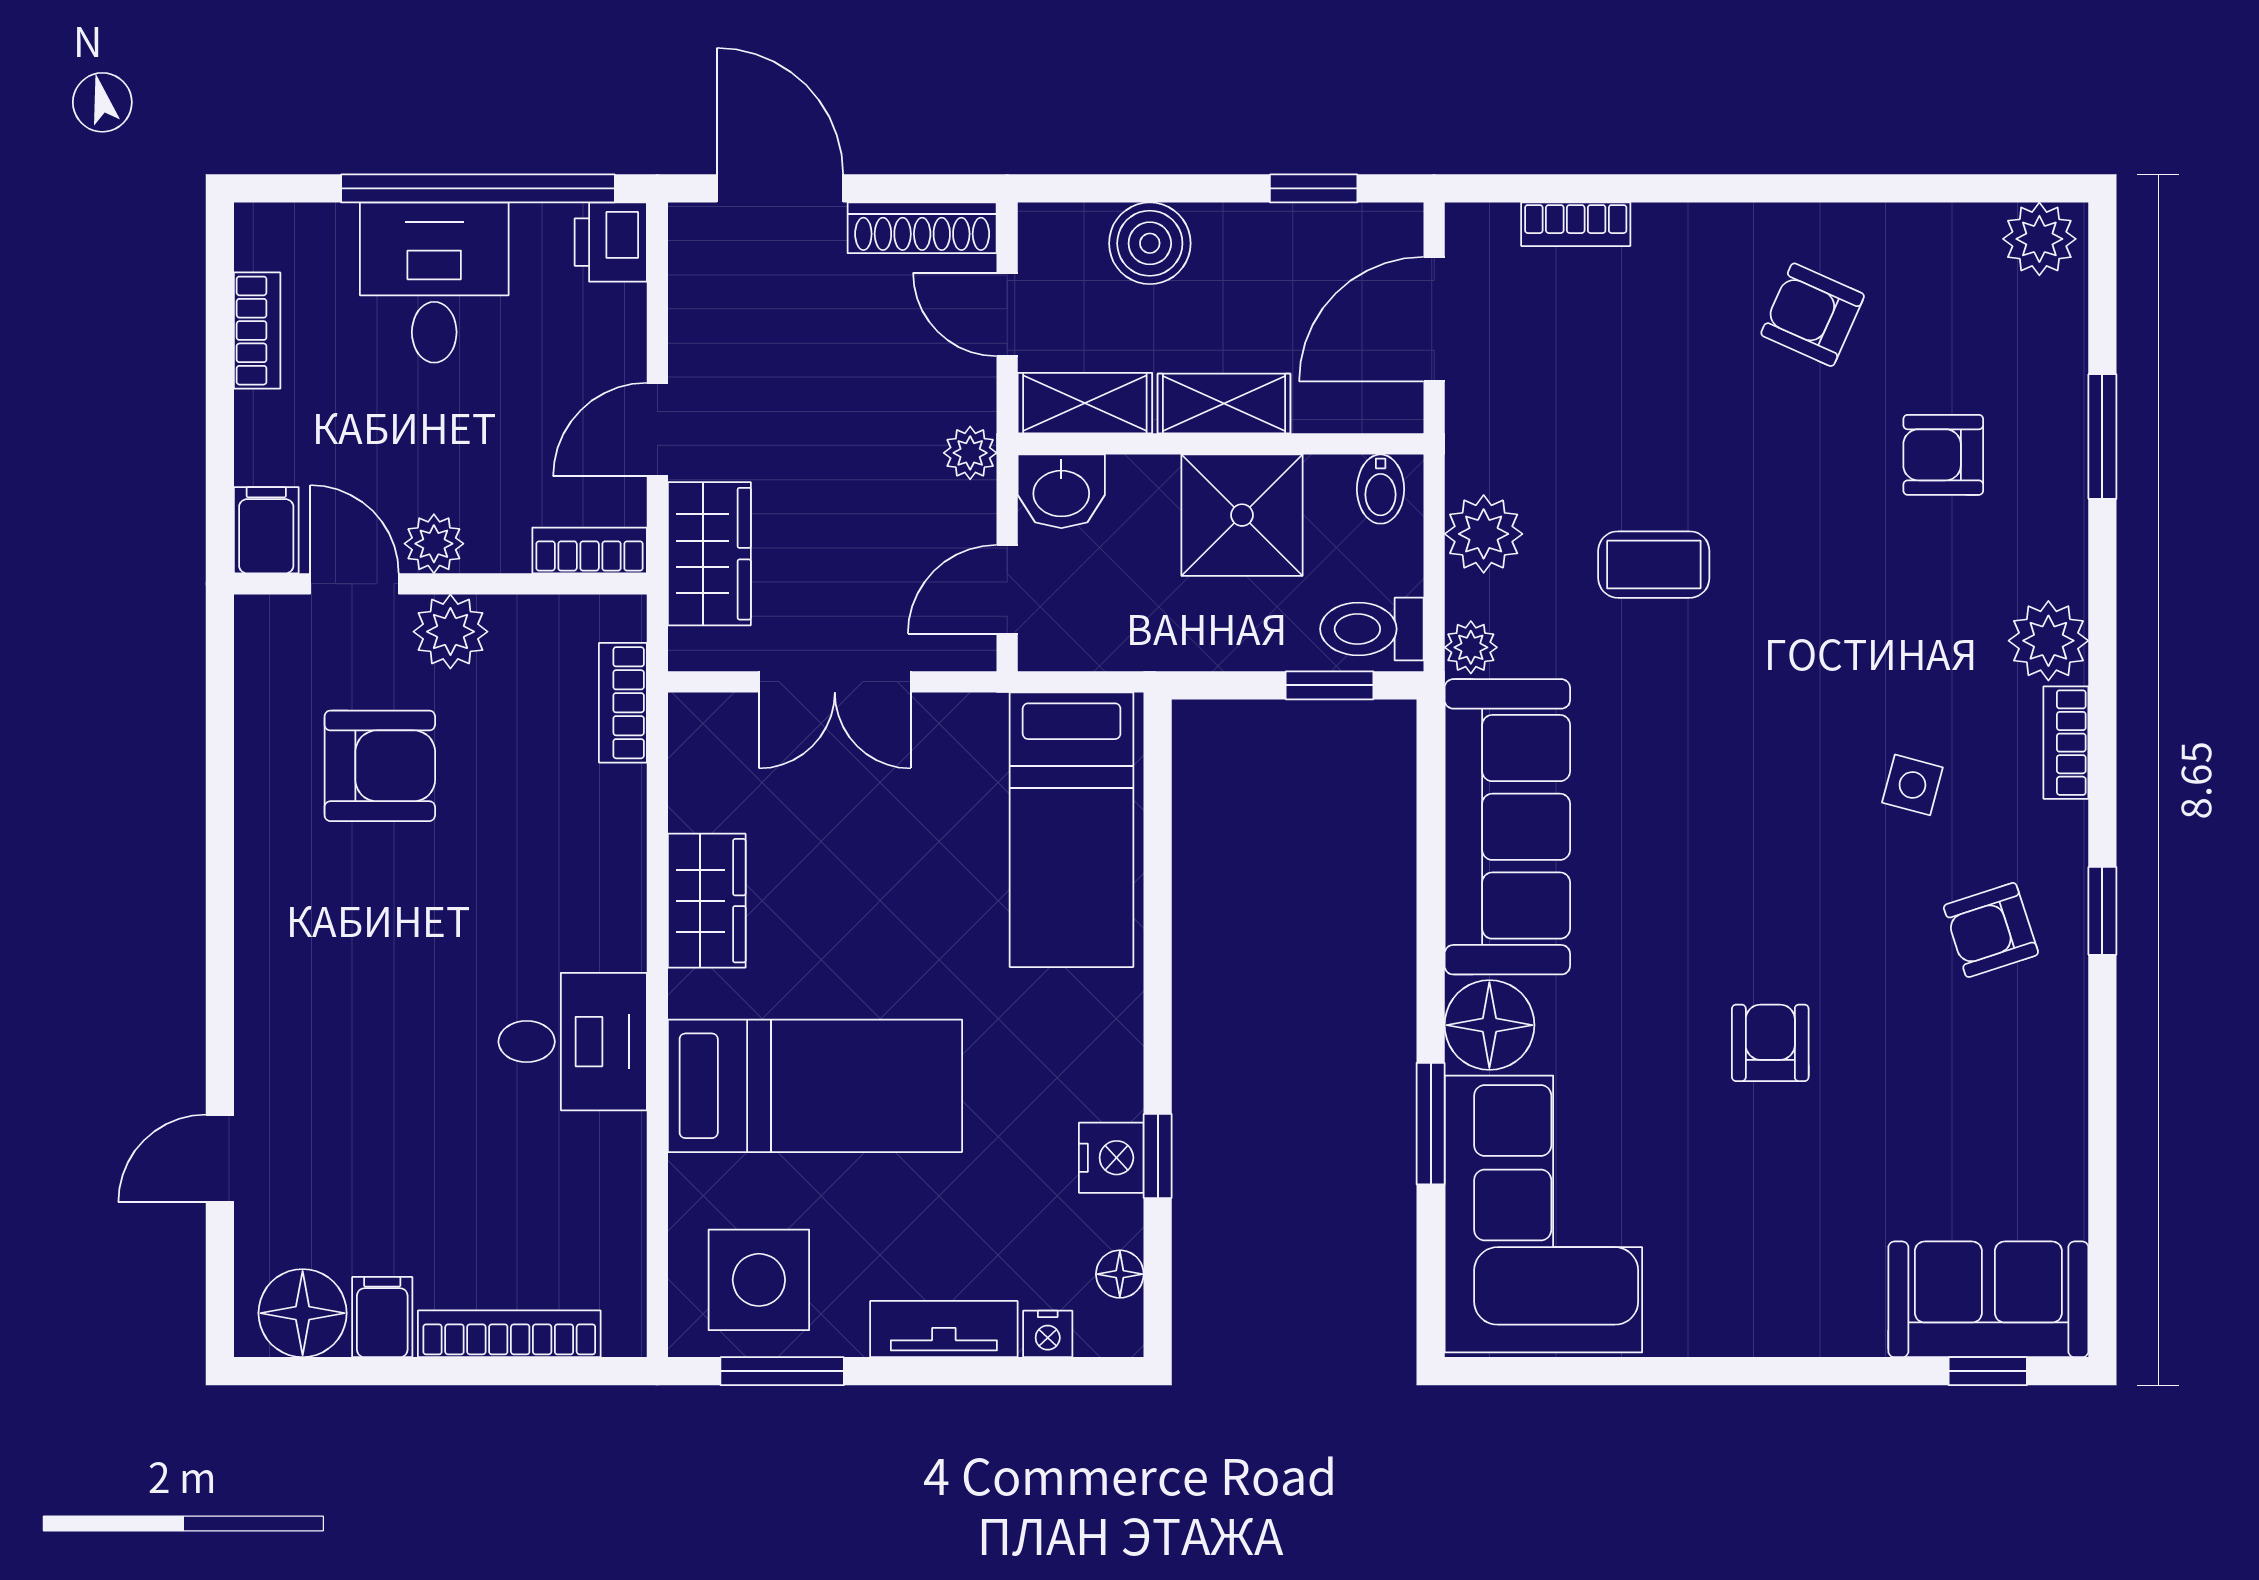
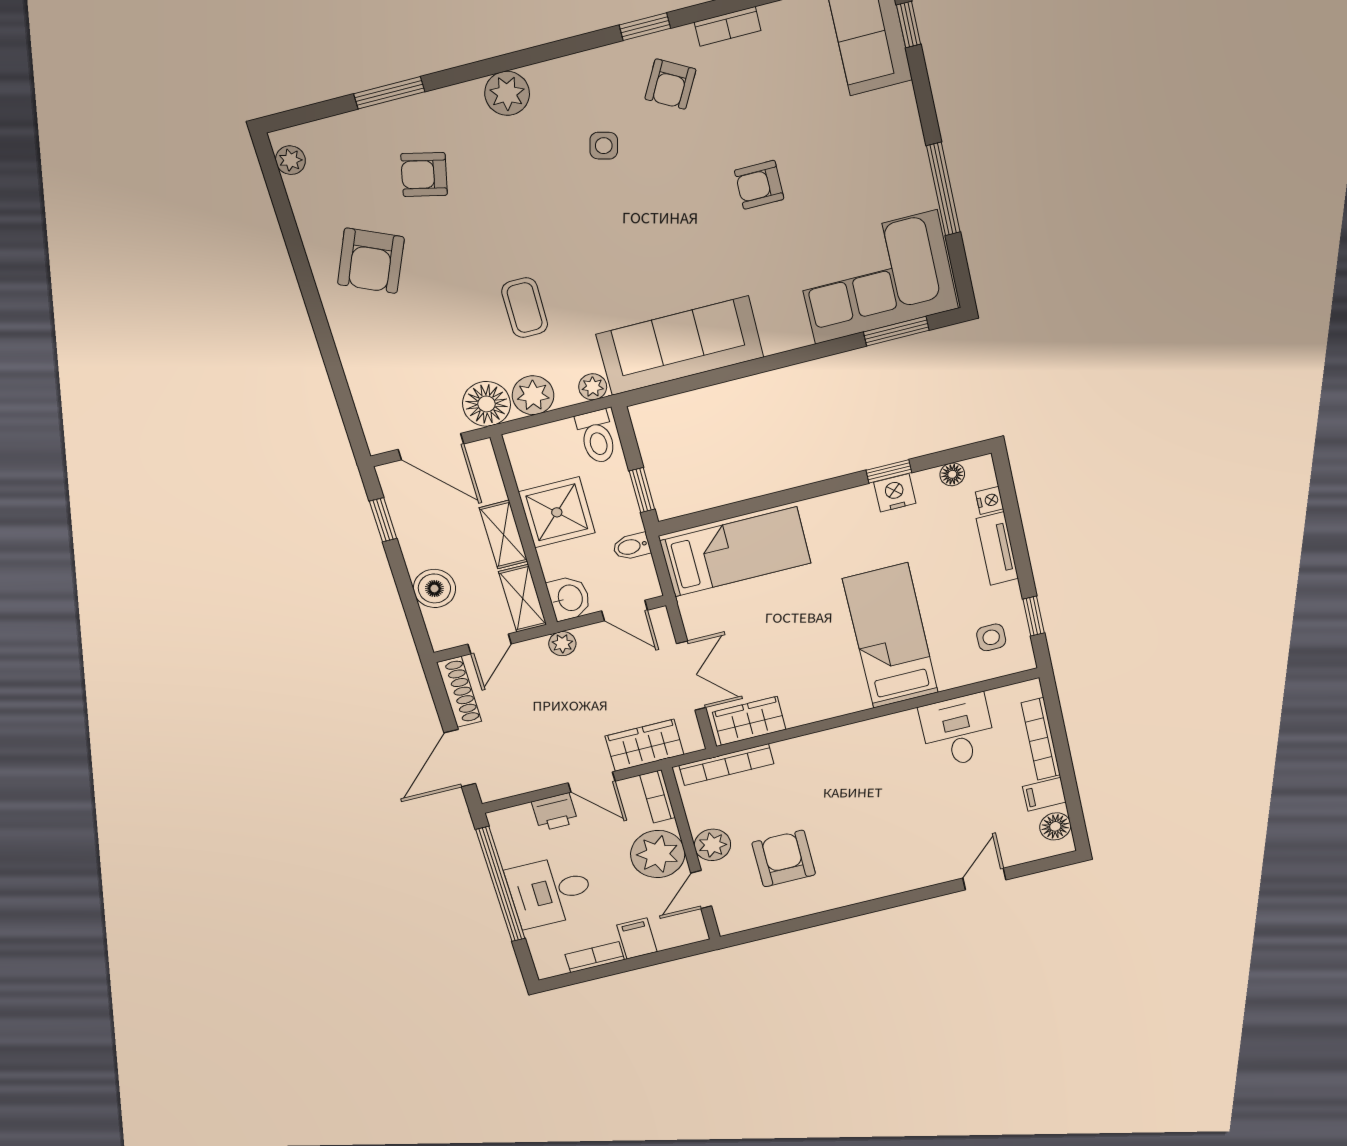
bookcase: (1576, 224) -> (361, 391), removed
plant: (2039, 239) -> (290, 160), width x0.73, depth x0.73
printer: (611, 242) -> (555, 812), moved
armchair: (1813, 315) -> (371, 261), width x1.38, depth x1.38
armchair: (1943, 455) -> (424, 174), turned 103
bidet: (1381, 489) -> (632, 546), moved, turned 180
filing cabinet: (266, 530) -> (637, 938), moved, turned 90
plant: (434, 544) -> (658, 854), width x1.88, depth x1.88
window: (1330, 685) -> (642, 490), moved
bookcase: (623, 703) -> (726, 765), width x1.56
bookcase: (2066, 743) -> (728, 26), moved
wardrobe: (707, 901) -> (749, 721), moved
armchair: (1991, 930) -> (670, 84), turned 47
floor lamp: (1489, 1025) -> (486, 404), moved
desk: (573, 1042) -> (958, 731), moved
window: (1431, 1124) -> (896, 331), moved
door: (220, 1158) -> (984, 879), swing flipped
side table: (759, 1280) -> (991, 637), width x0.54, depth x0.54
floor lamp: (303, 1313) -> (1055, 826), width x0.73, depth x0.73
window: (782, 1371) -> (1034, 616), width x0.67
window: (1676, 1371) -> (943, 189), added

